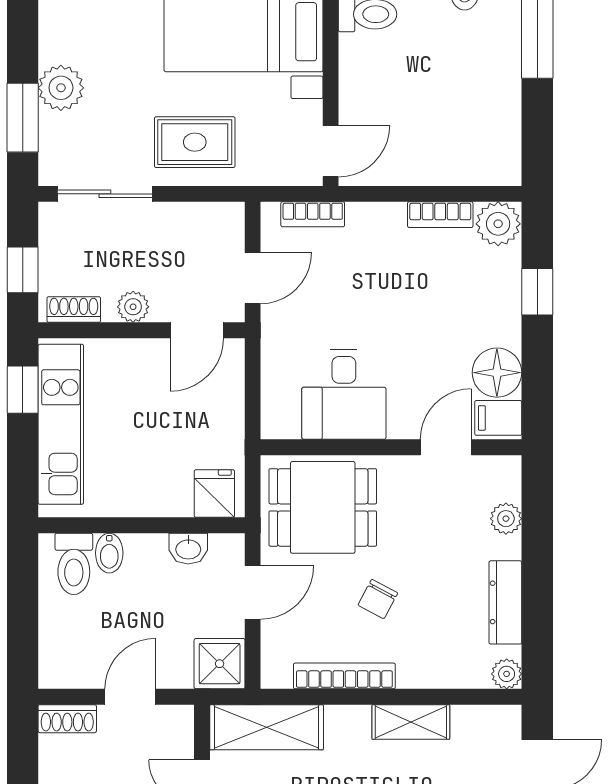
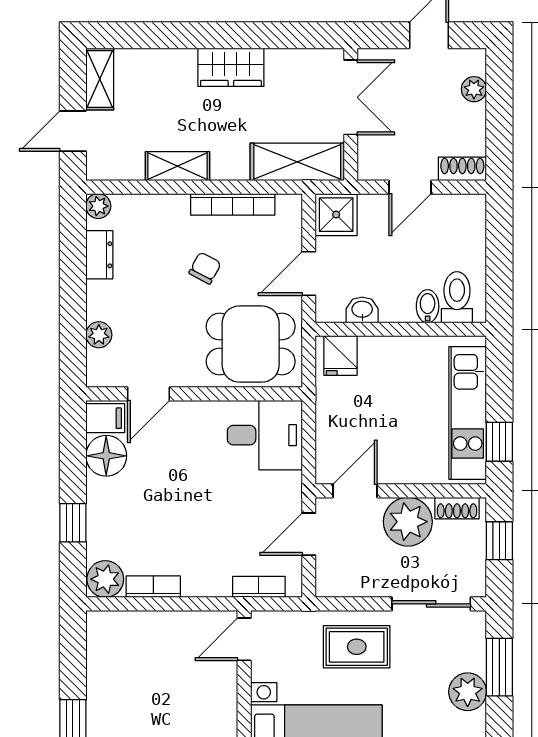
plant: (133, 307) -> (408, 522), width x1.87, depth x1.87
desk: (344, 394) -> (265, 435), moved, turned 90
dresser: (505, 602) -> (99, 255), width x0.70

